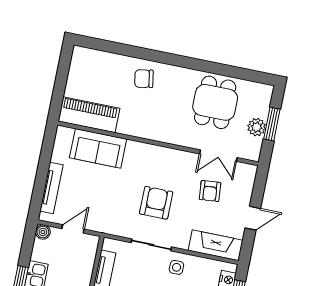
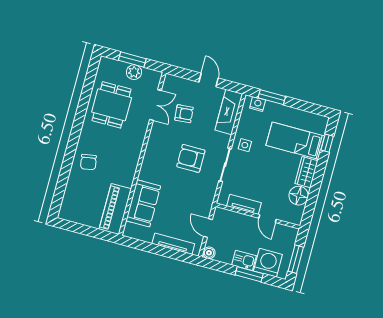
dining table: (215, 102) -> (112, 105), turned 90

